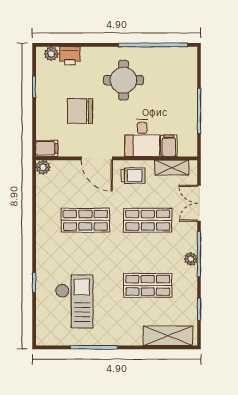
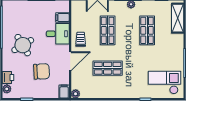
round table: (123, 80) -> (23, 45), turned -31
chair: (80, 111) -> (41, 71), turned -93
shelving: (172, 168) -> (76, 16), removed
shop shelf: (85, 220) -> (108, 68), turned 90
checkout: (74, 301) -> (164, 83), moved

